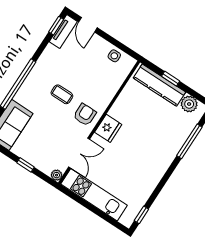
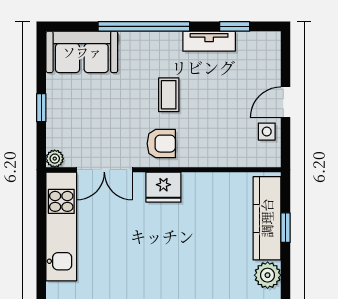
door: (88, 25) -> (286, 102), moved
window: (56, 26) -> (235, 26), moved
tv unit: (63, 32) -> (209, 41), moved

